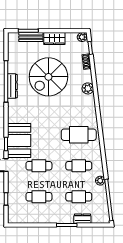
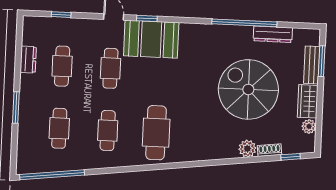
plant: (82, 37) -> (309, 126), moved
dresser: (12, 86) -> (273, 34), moved
plant: (88, 88) -> (247, 149), moved
plant: (100, 181) -> (83, 163), removed
dresser: (82, 219) -> (28, 59), moved

